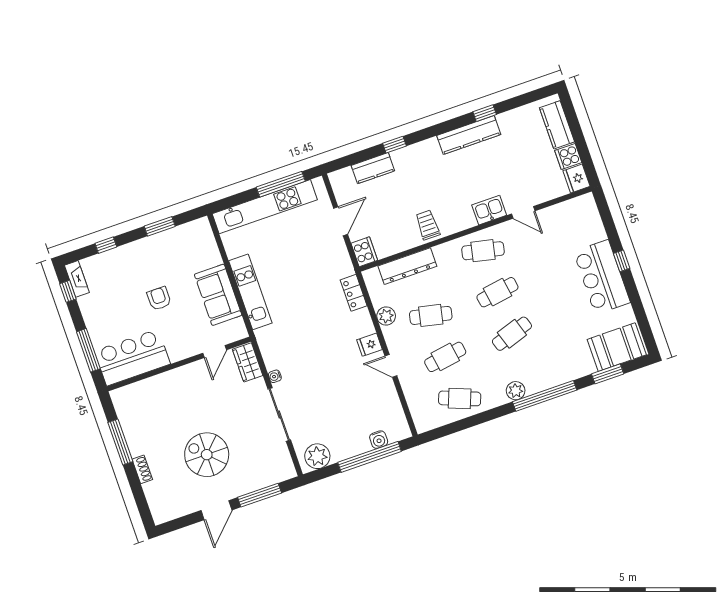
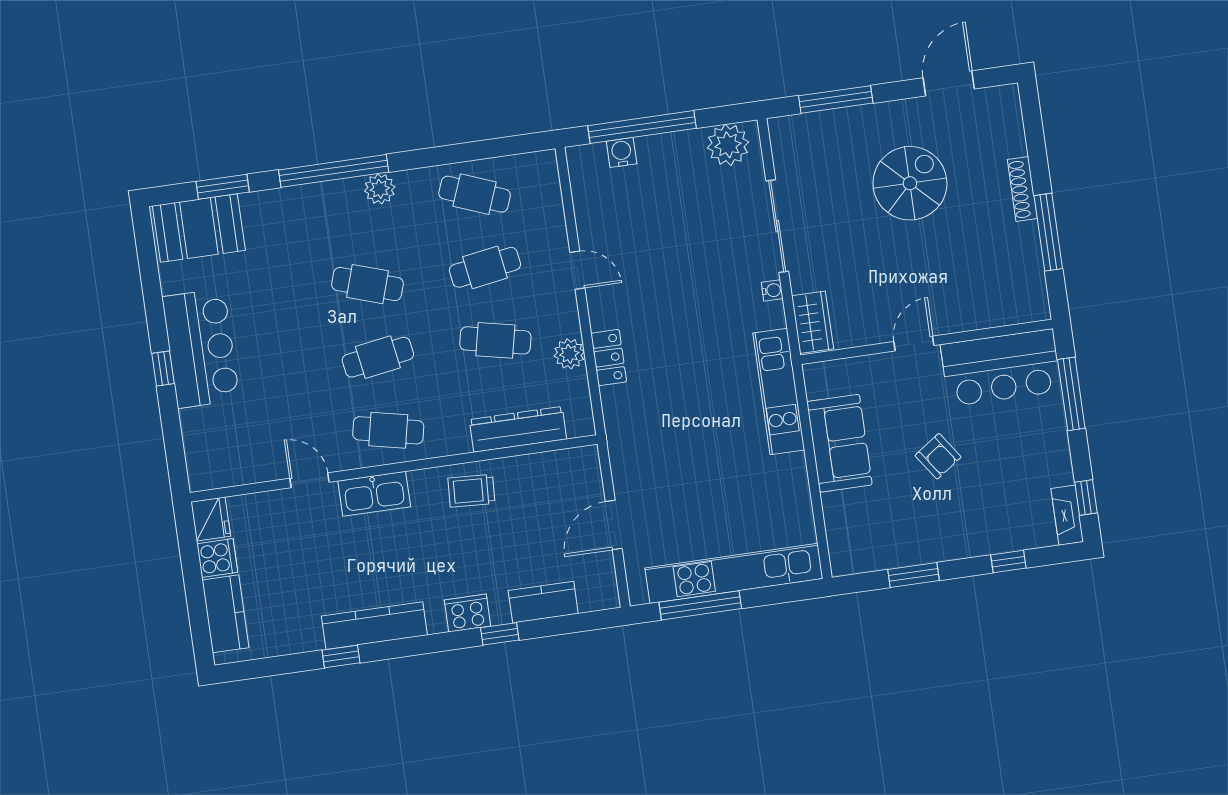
kitchen sink: (489, 210) -> (374, 494), width x1.38
trolley: (428, 225) -> (471, 491), turned 93
cooker: (364, 252) -> (467, 613), moved, turned 90
kitchen unit: (250, 292) -> (779, 391), moved
locker: (354, 293) -> (609, 358), moved
armchair: (159, 298) -> (938, 456), turned -35
cafe table: (512, 334) -> (367, 284), turned 36
fridge: (370, 345) -> (606, 312), removed
door: (215, 352) -> (914, 344), moved
spiral stairs: (207, 455) -> (910, 183), turned -90
shoe rack: (142, 469) -> (1022, 189), width x1.43
door: (216, 510) -> (949, 83), moved

